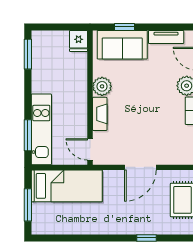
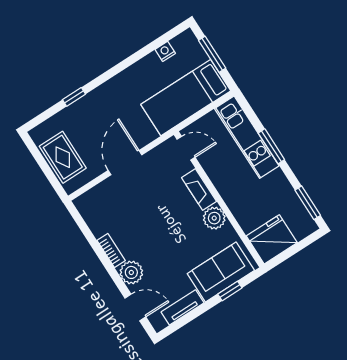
fridge: (79, 41) -> (272, 239), width x1.88, depth x1.34
window: (28, 135) -> (271, 146), moved
nightstand: (60, 228) -> (165, 51), added

